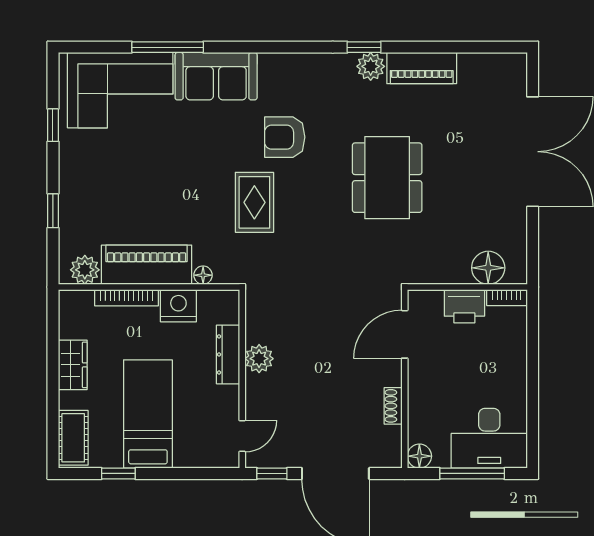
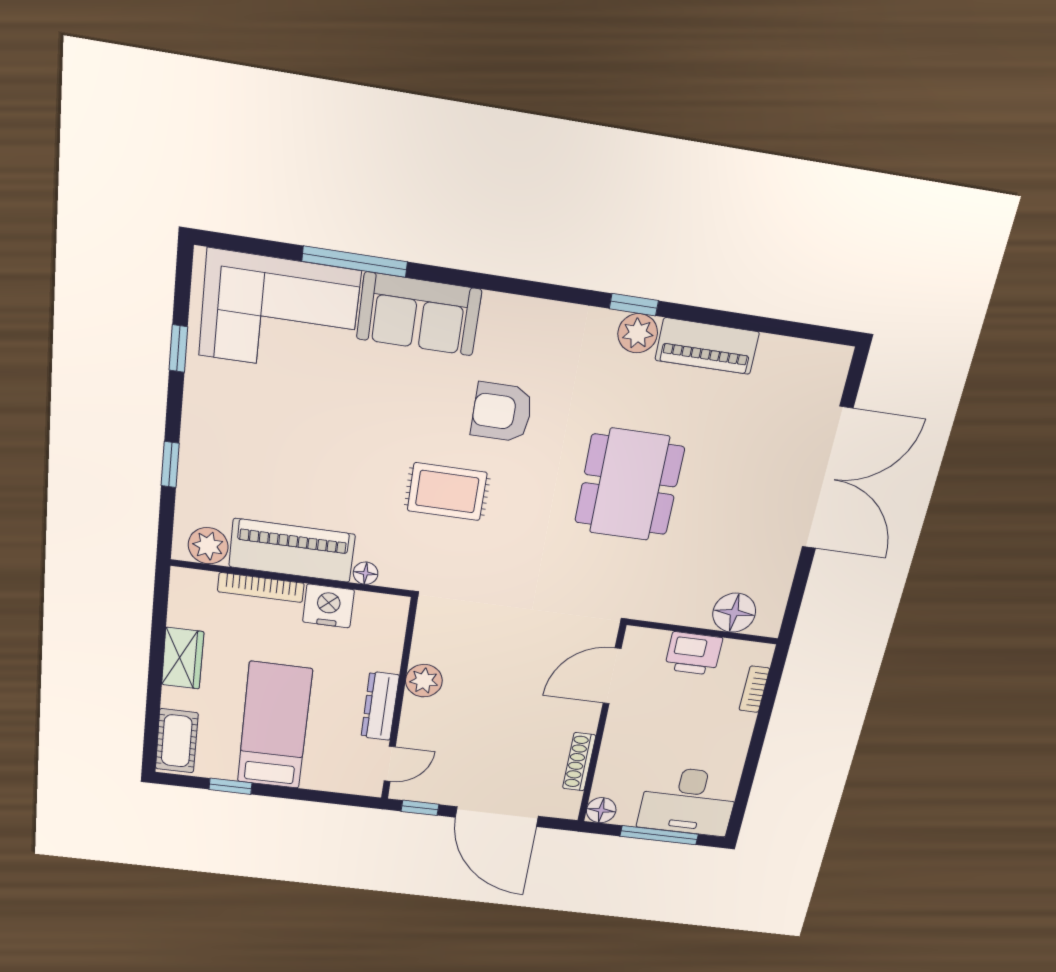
rug: (254, 202) -> (447, 492), turned 90
bookcase: (507, 298) -> (754, 689), moved, turned 90
dresser: (228, 354) -> (380, 706), moved
shoe rack: (393, 406) -> (579, 762), width x1.43

